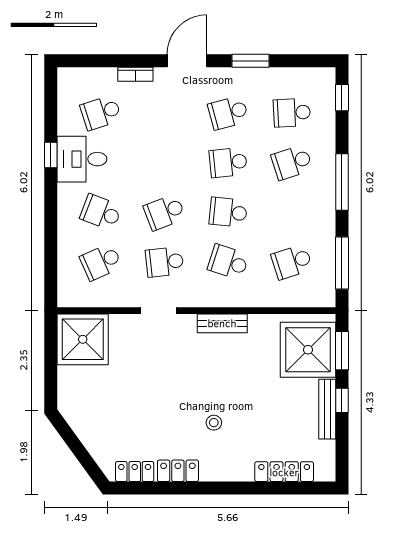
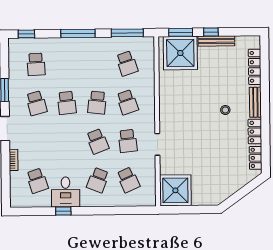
school desk: (292, 162) -> (66, 64), removed
school desk: (228, 262) -> (127, 102), turned -36
bench: (222, 323) -> (255, 102), moved

